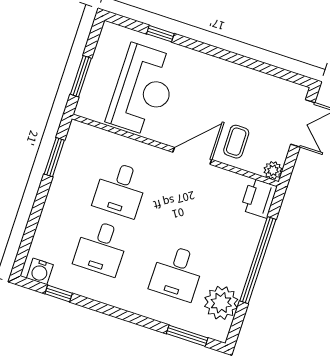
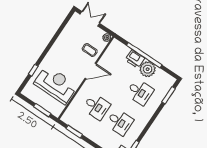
door: (192, 156) -> (91, 71), swing flipped
printer: (259, 198) -> (135, 59), moved
plant: (221, 303) -> (148, 69), moved

